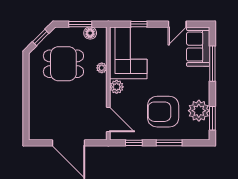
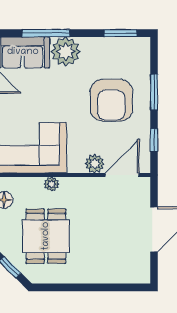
plant: (117, 87) -> (95, 164), moved
plant: (199, 111) -> (66, 52), moved

